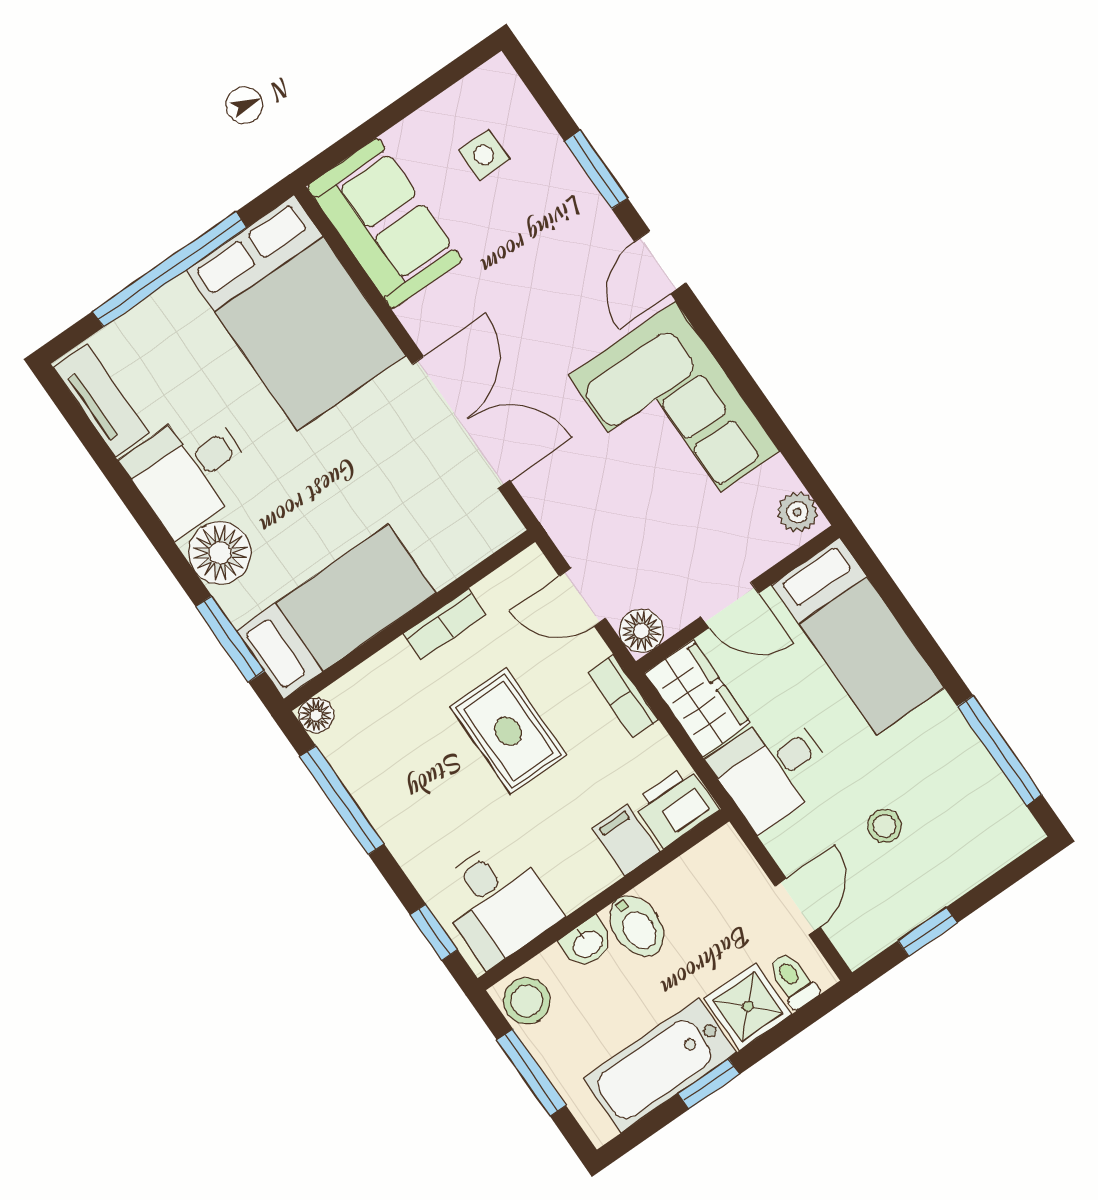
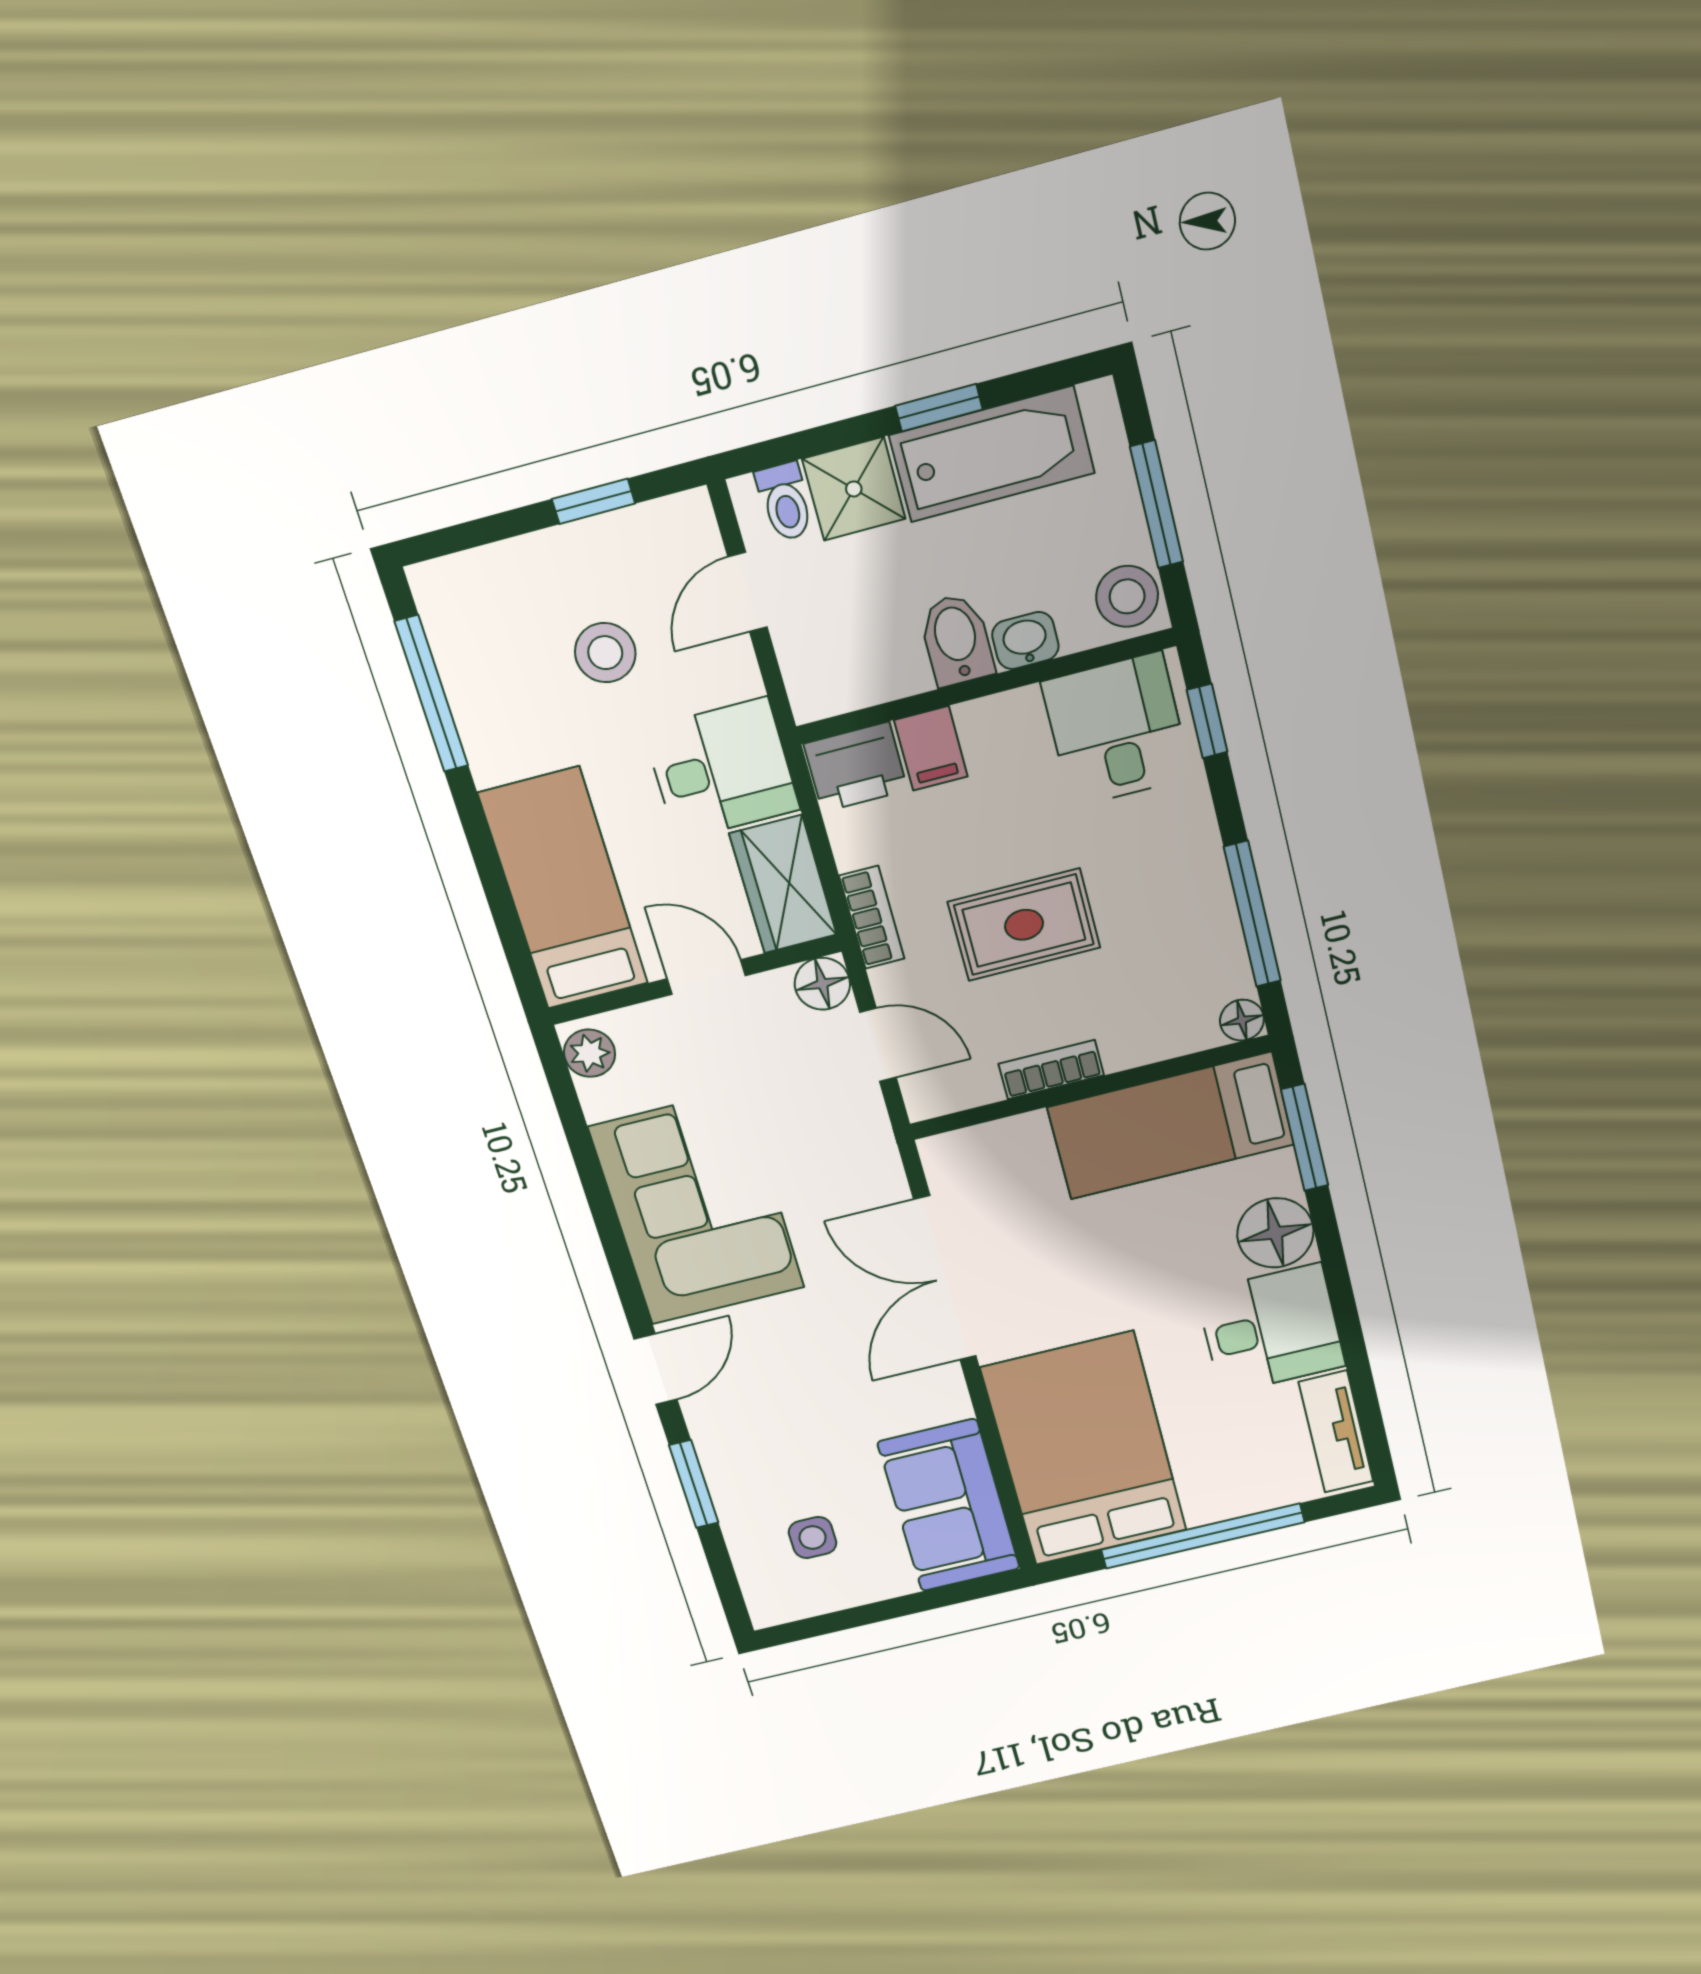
rug: (508, 731) -> (1024, 925), turned 90
stool: (884, 826) -> (605, 653), width x1.37, depth x1.37

